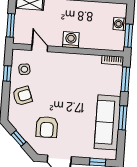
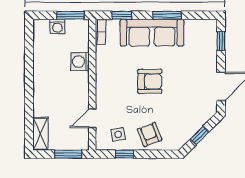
washing machine: (71, 40) -> (80, 62), moved
window: (125, 79) -> (122, 15), width x0.67
sofa: (108, 122) -> (152, 33), moved
armchair: (47, 127) -> (150, 81), moved

